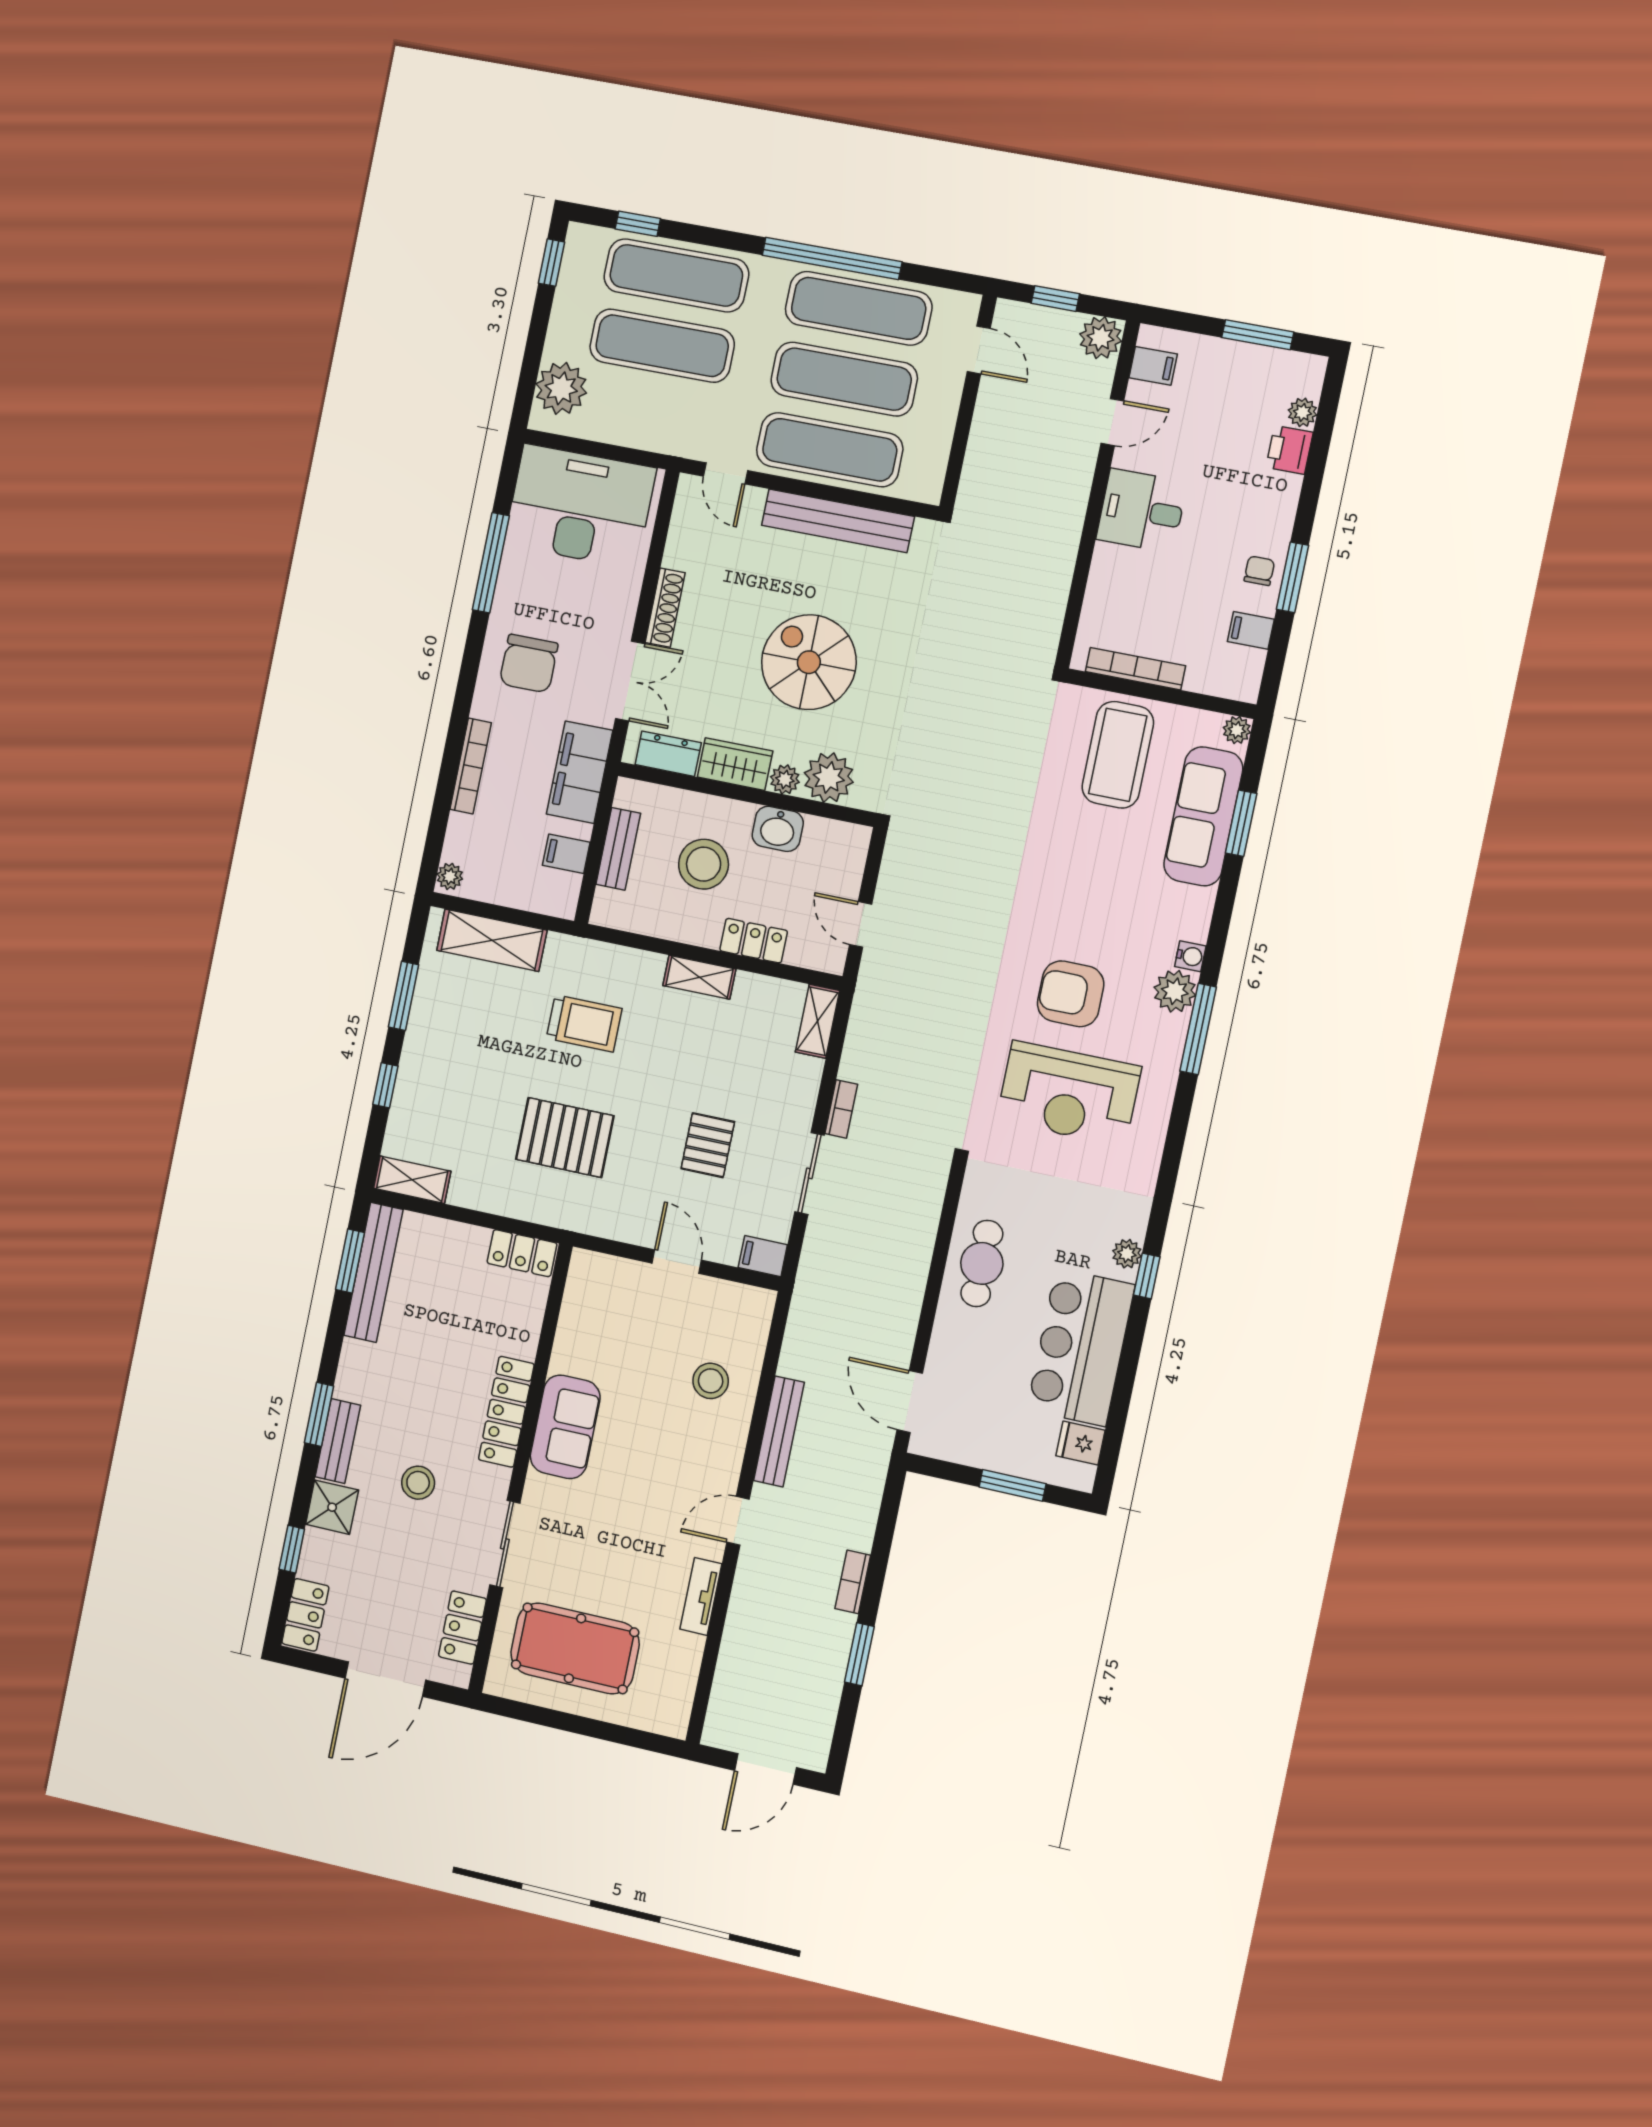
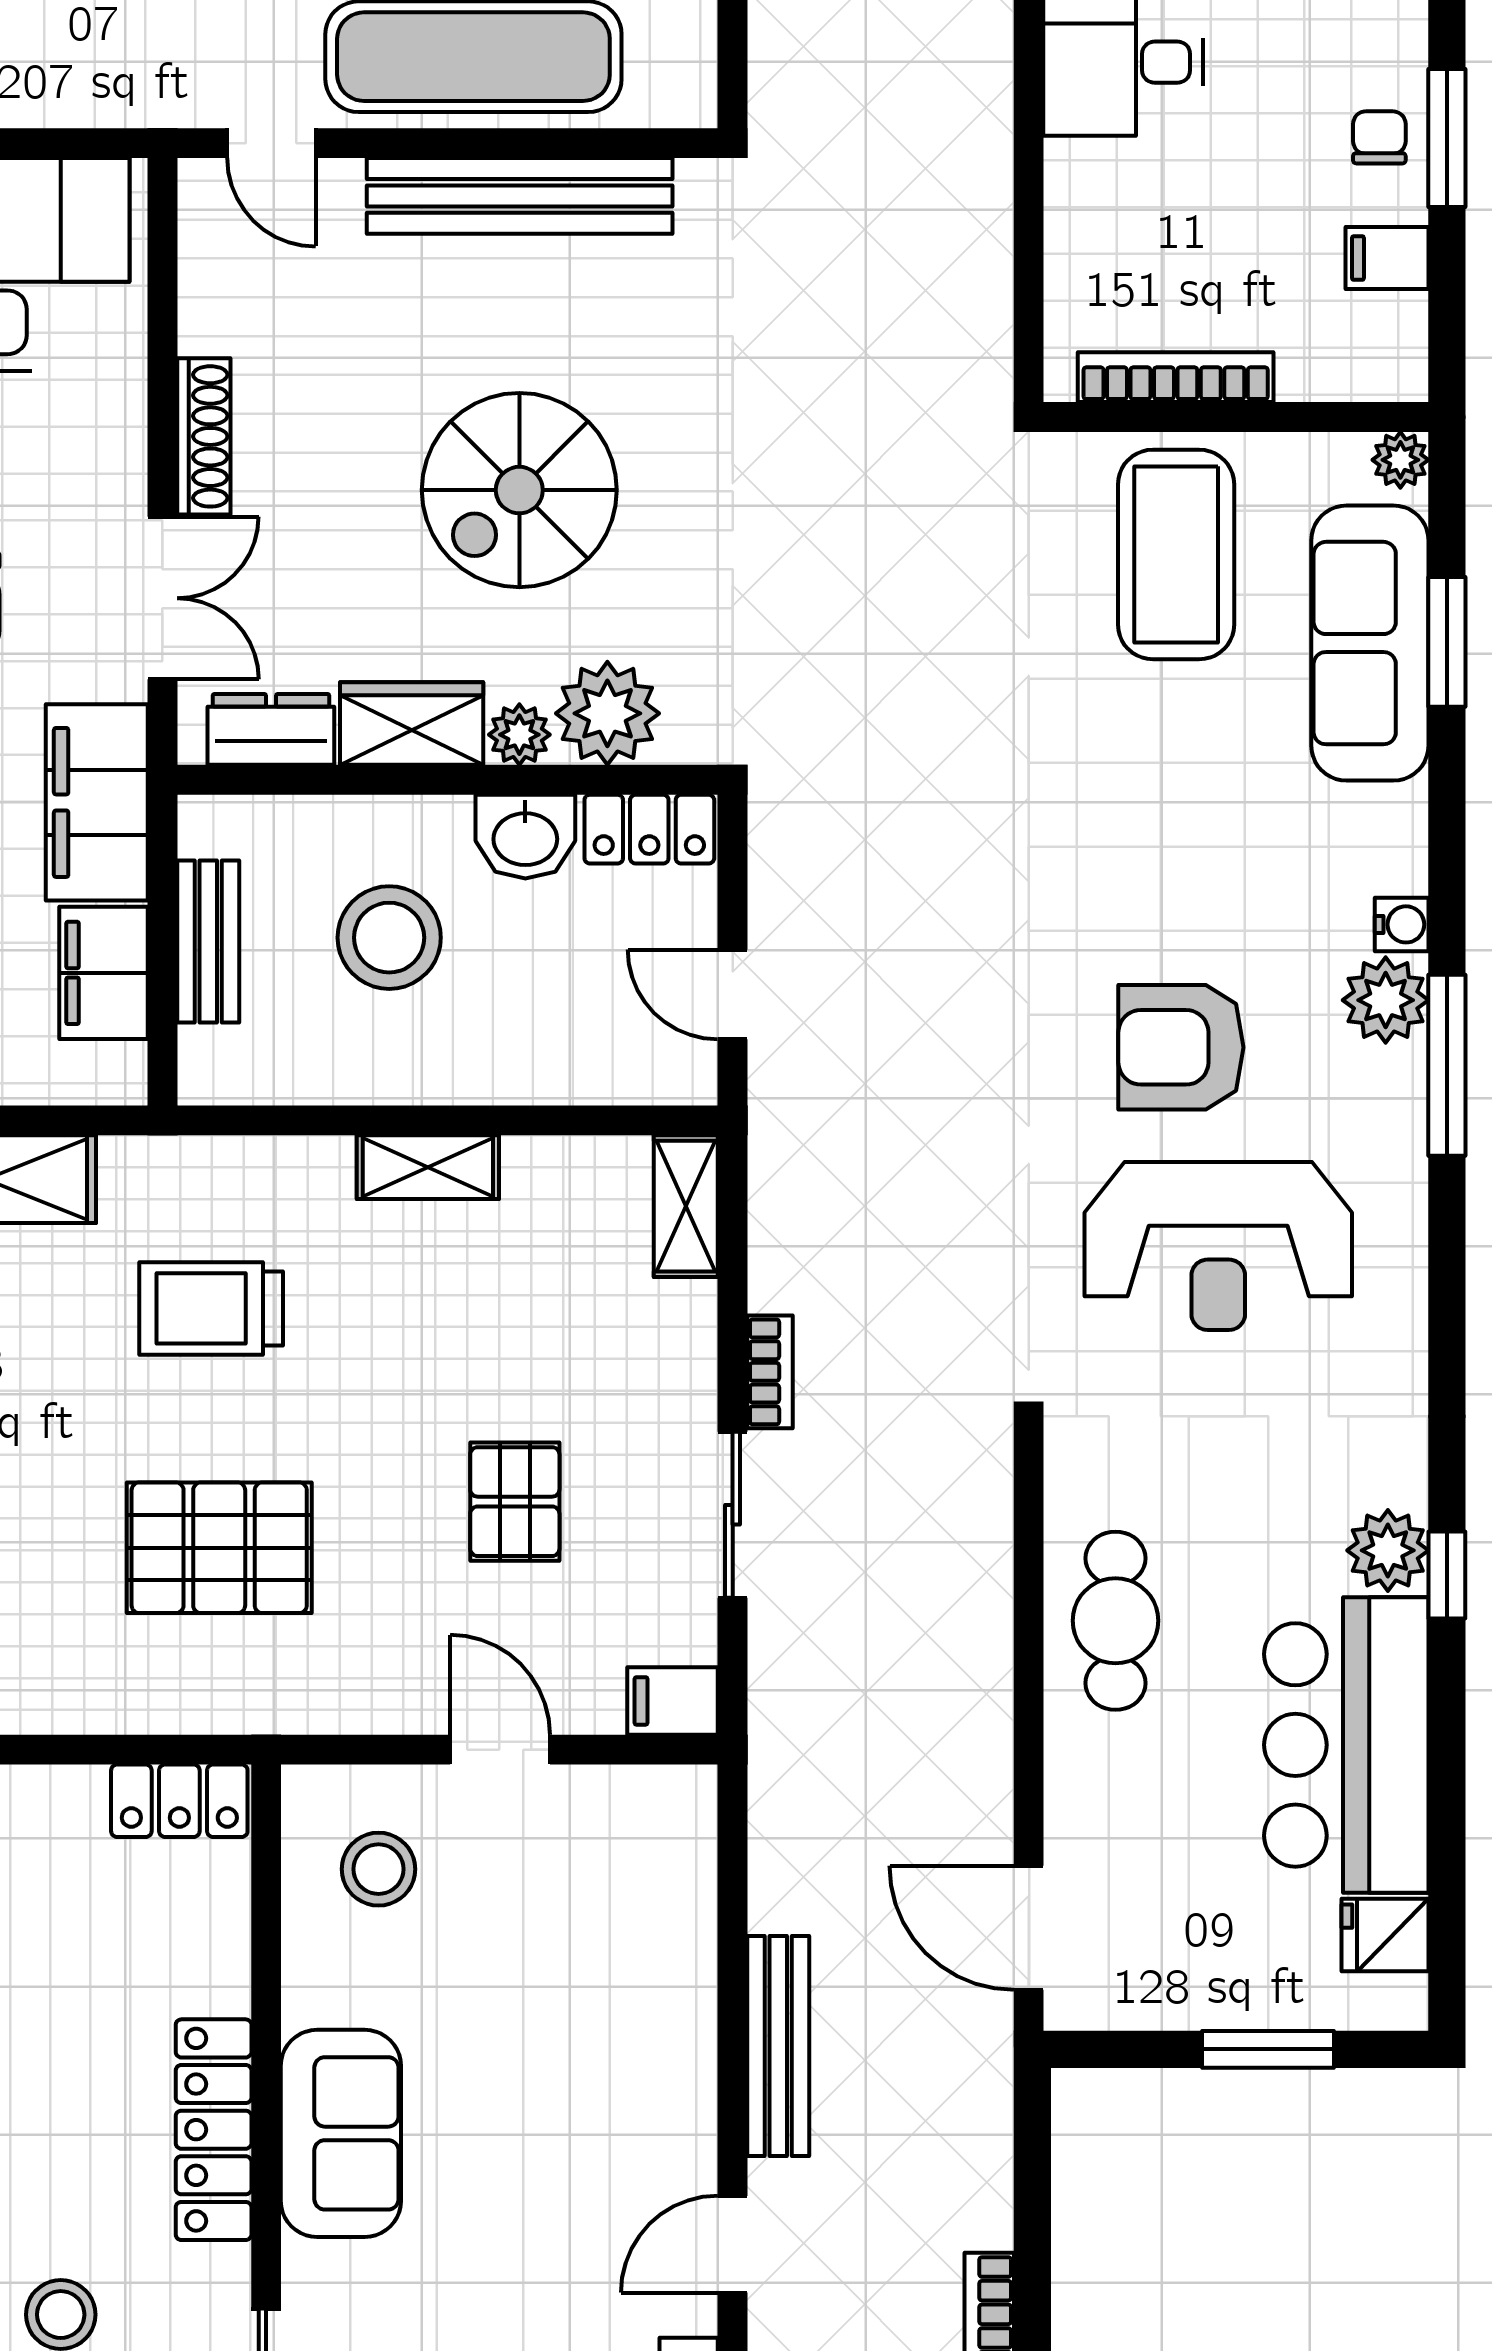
spiral stairs: (809, 662) -> (519, 490), turned -90
filing cabinet: (566, 854) -> (103, 973), width x2.00
locker: (754, 941) -> (649, 829), moved, turned 180
trolley: (584, 1023) -> (211, 1308), turned 180
plant: (1127, 1254) -> (1388, 1550), width x1.38, depth x1.38
stool: (711, 1381) -> (379, 1869), moved

